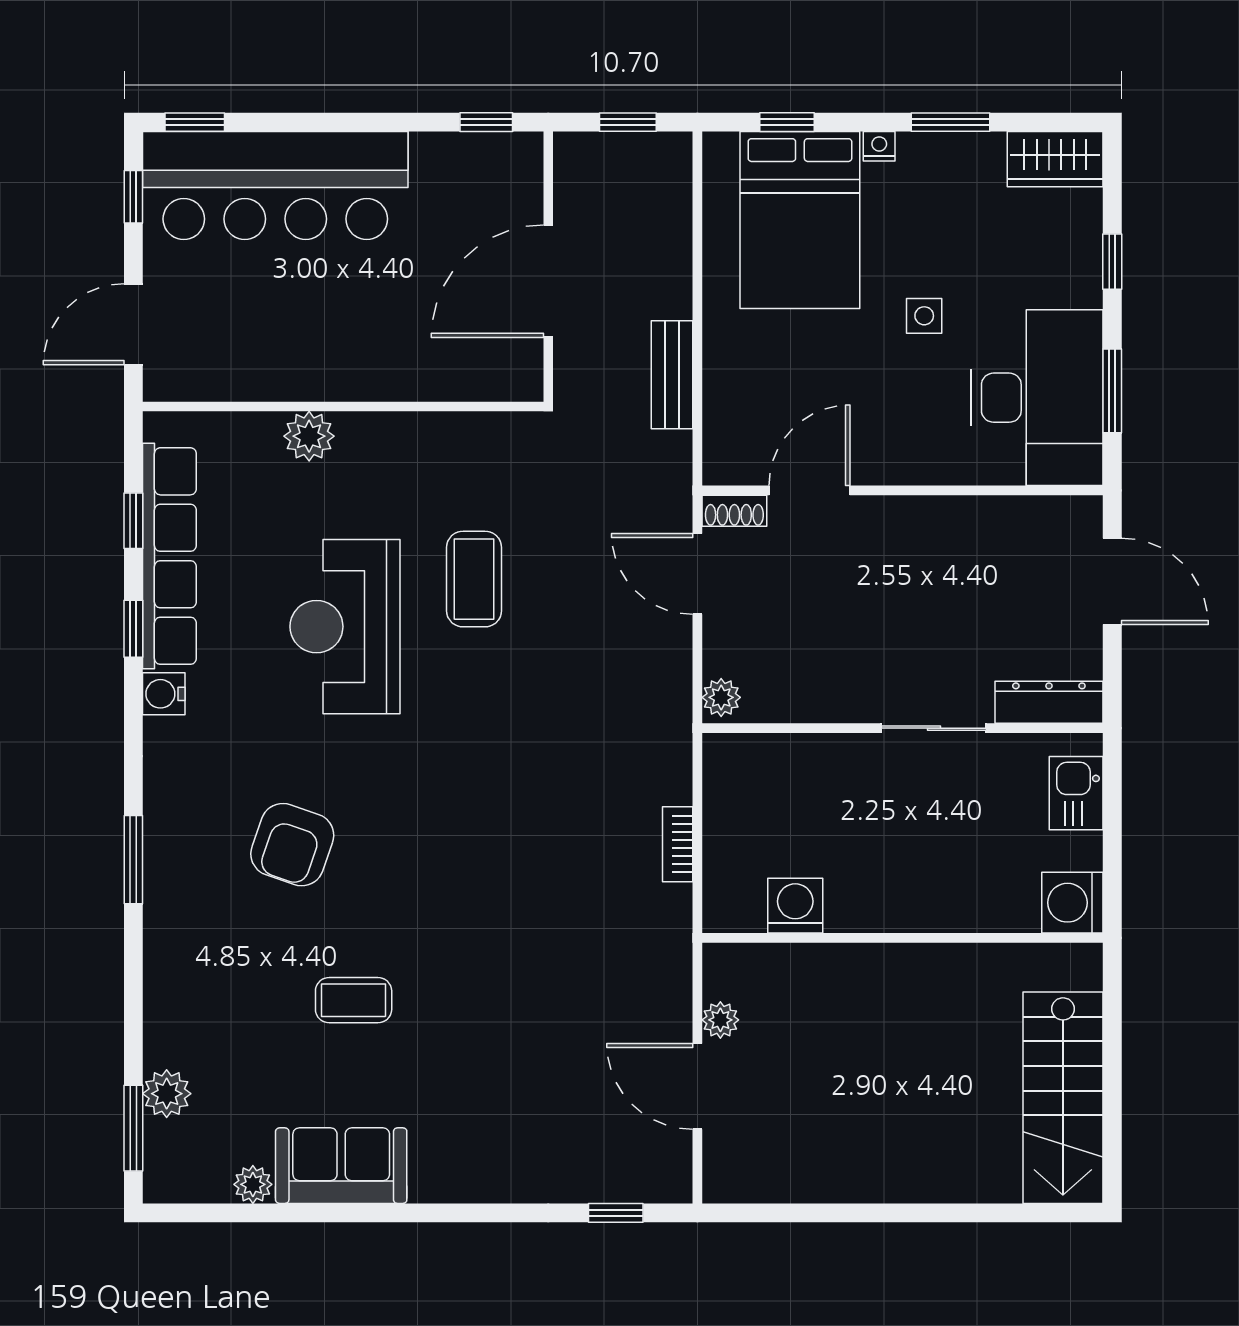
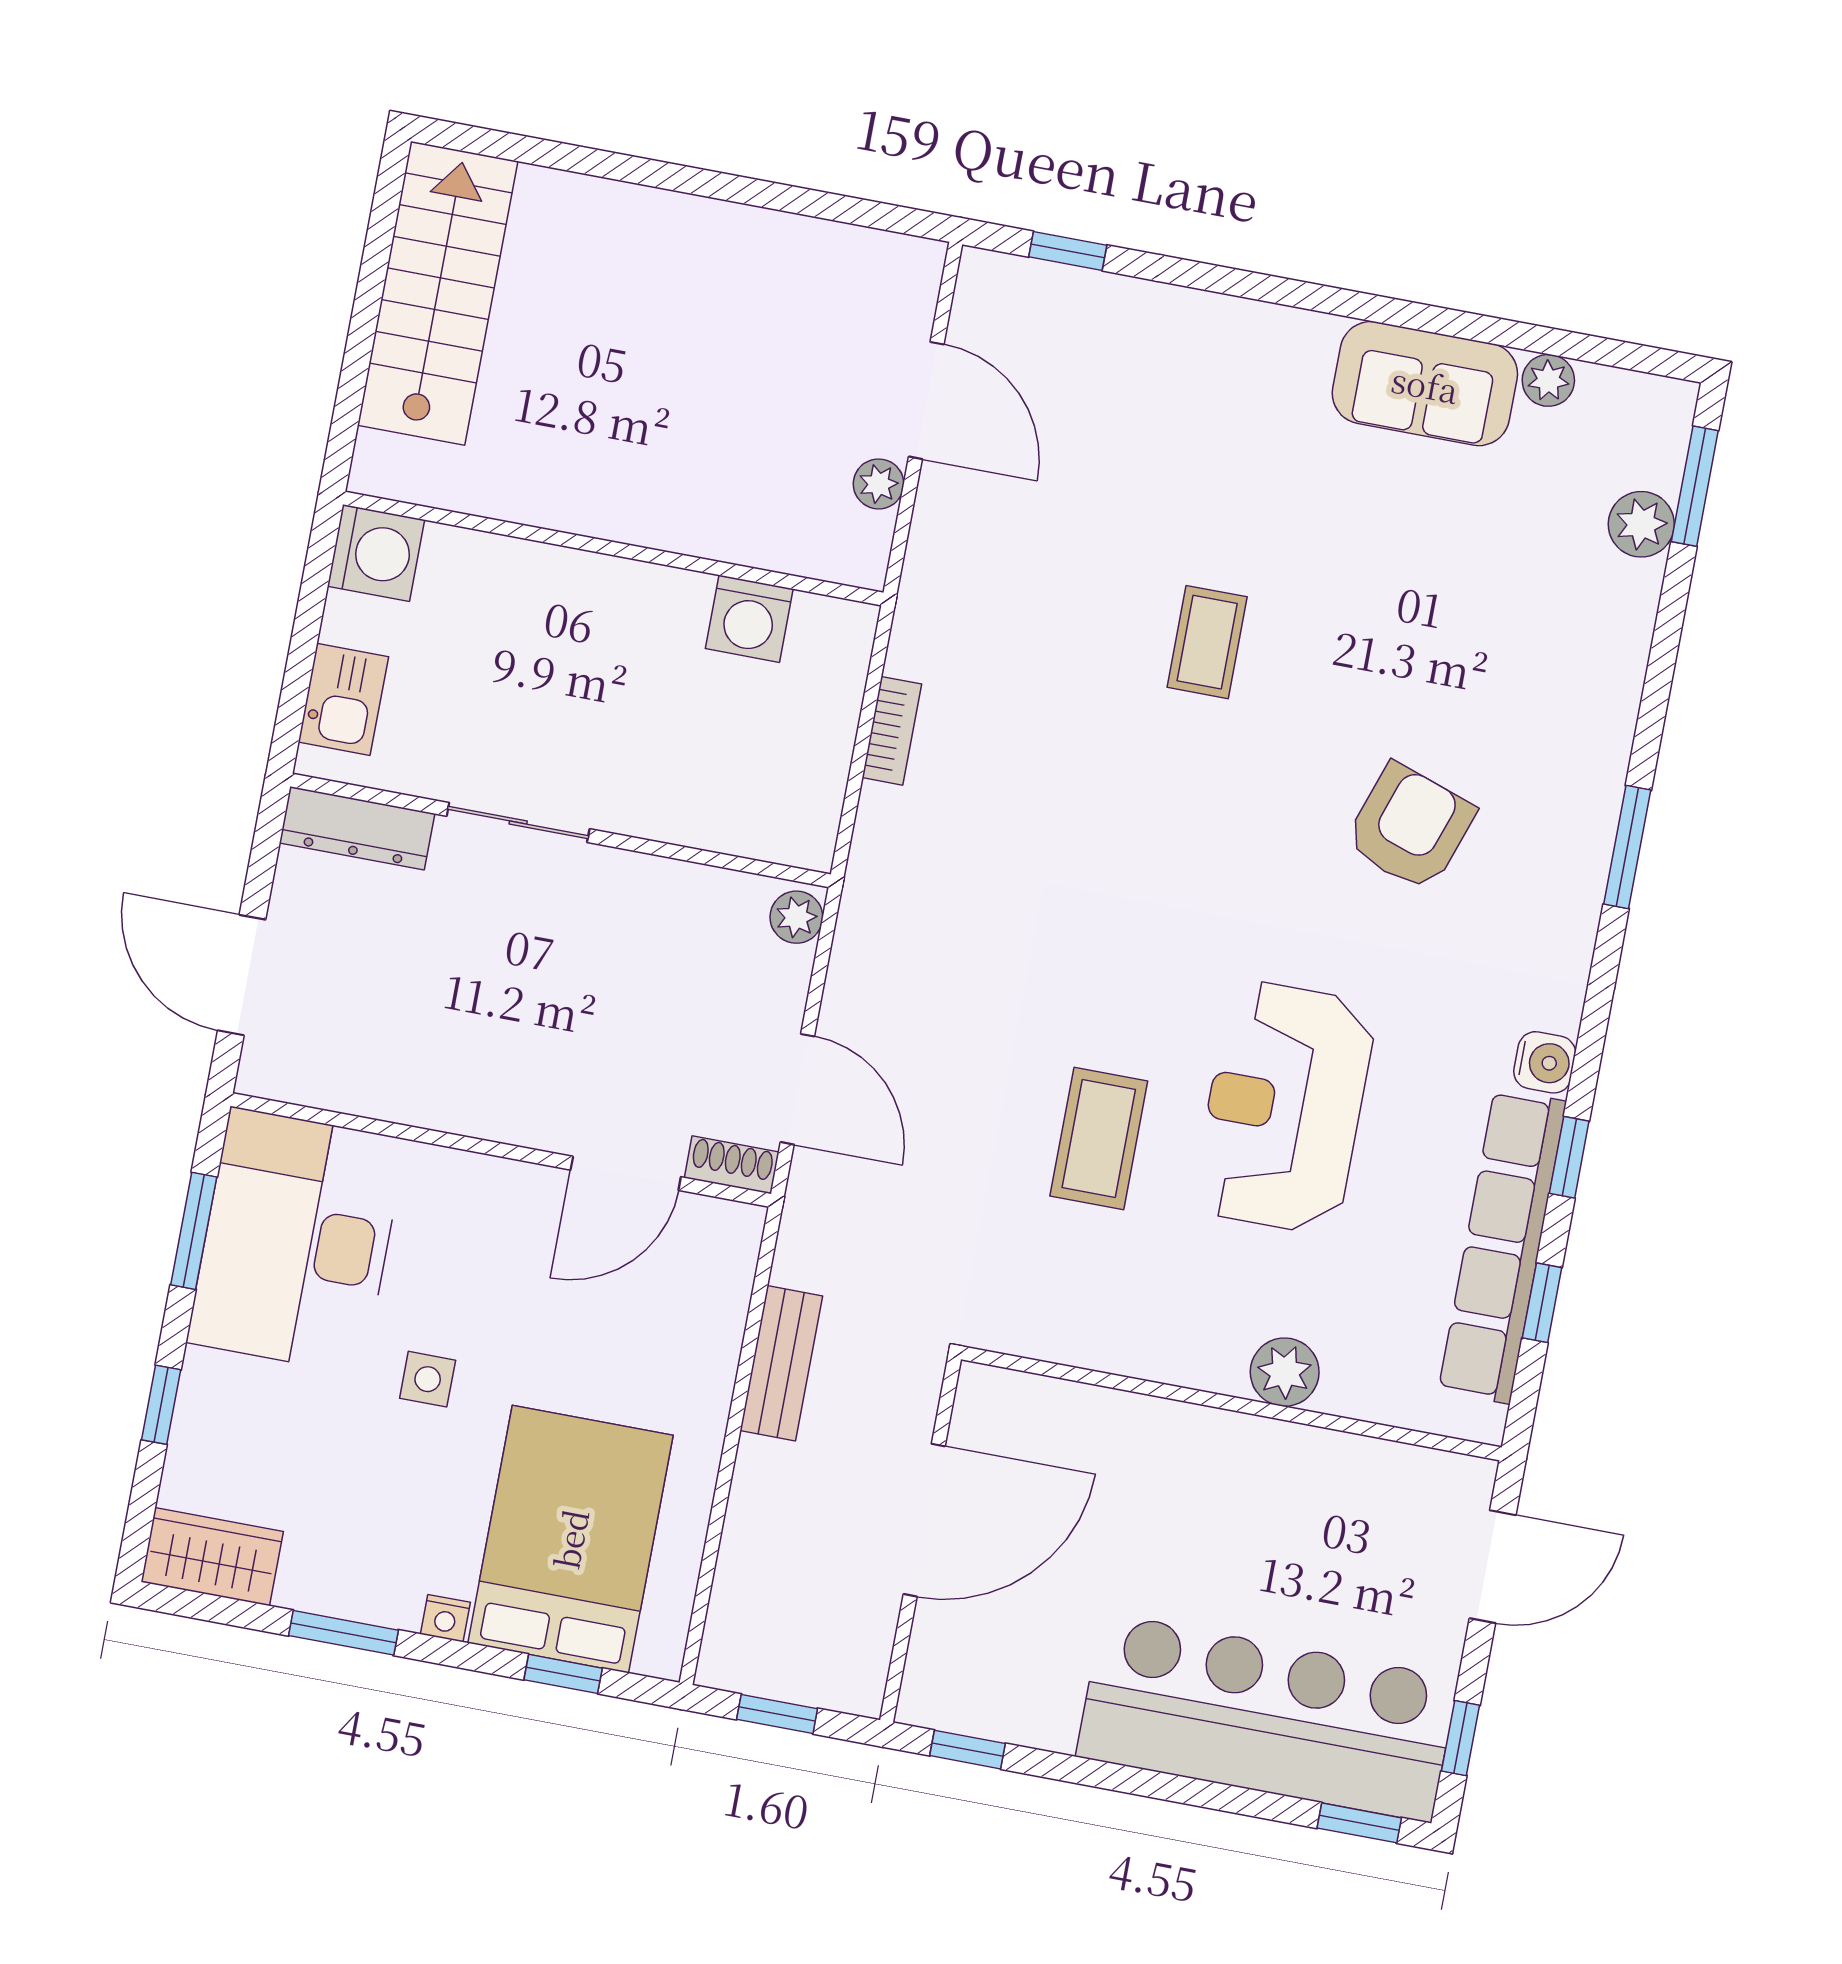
reception desk: (345, 627) -> (1284, 1107), turned 180
coffee table: (354, 1000) -> (1207, 642), moved, turned 90

